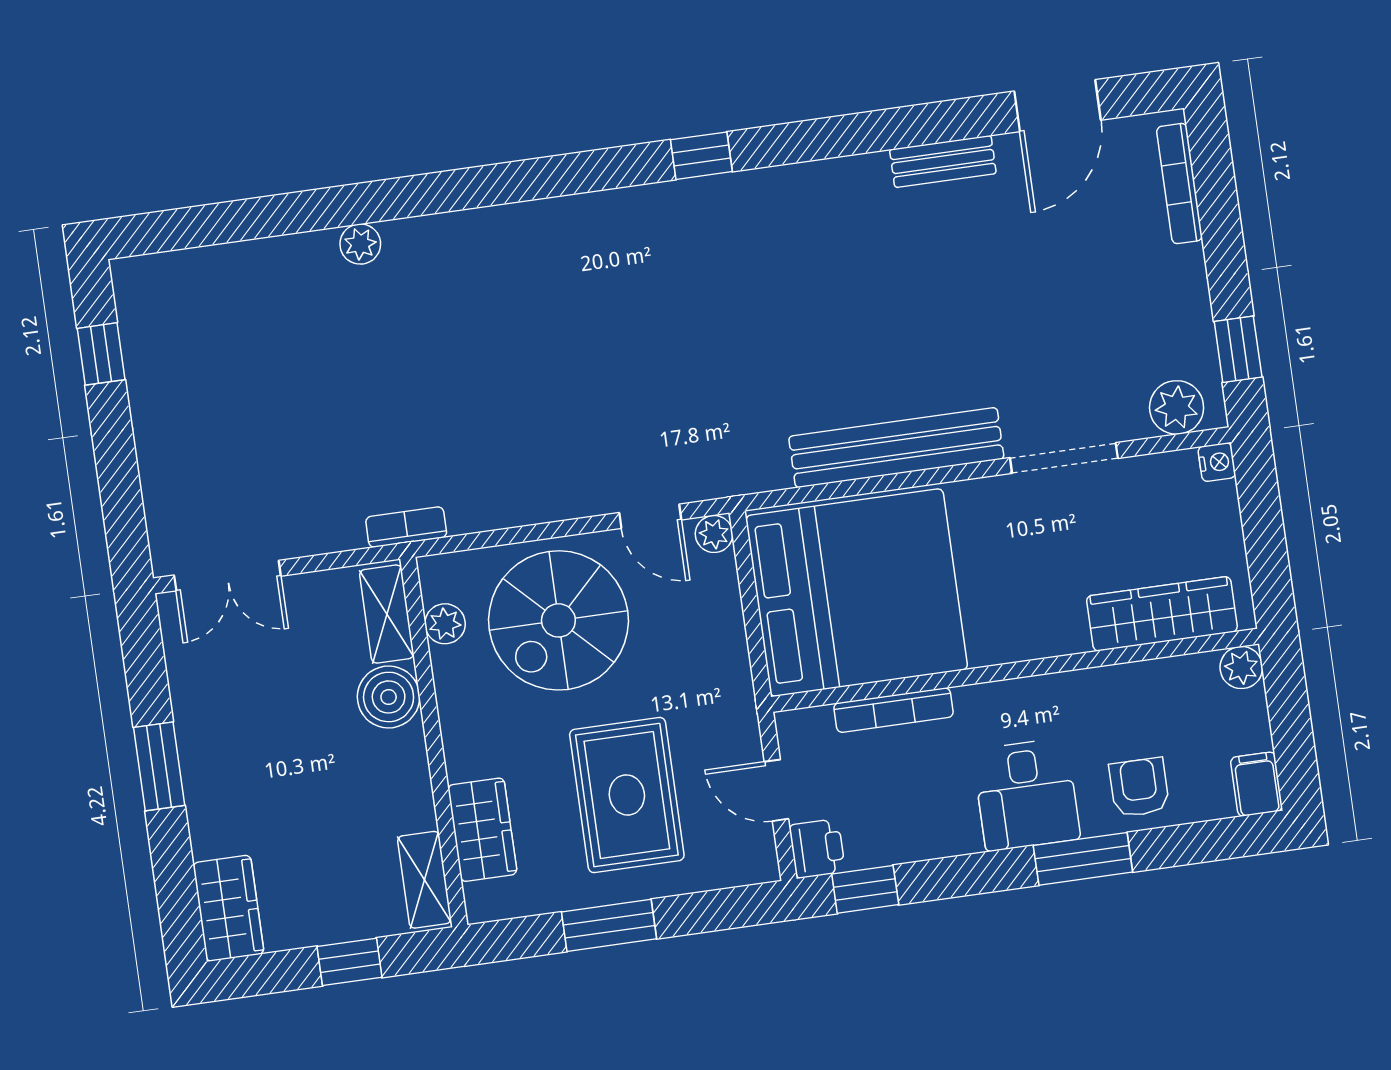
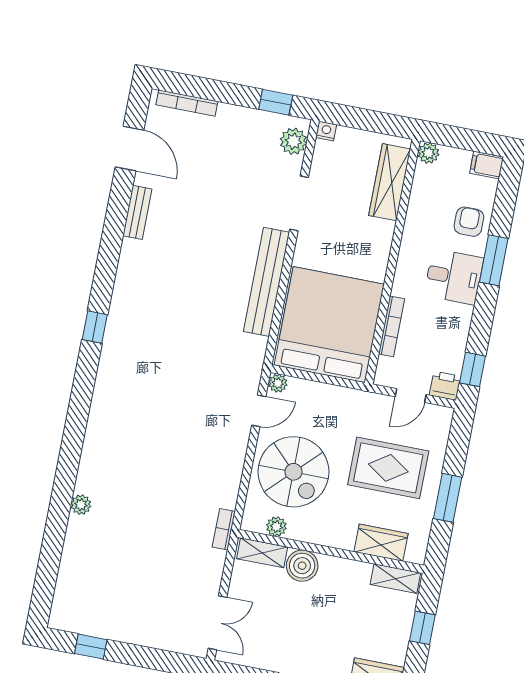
armchair: (1139, 787) -> (469, 222), turned 90

